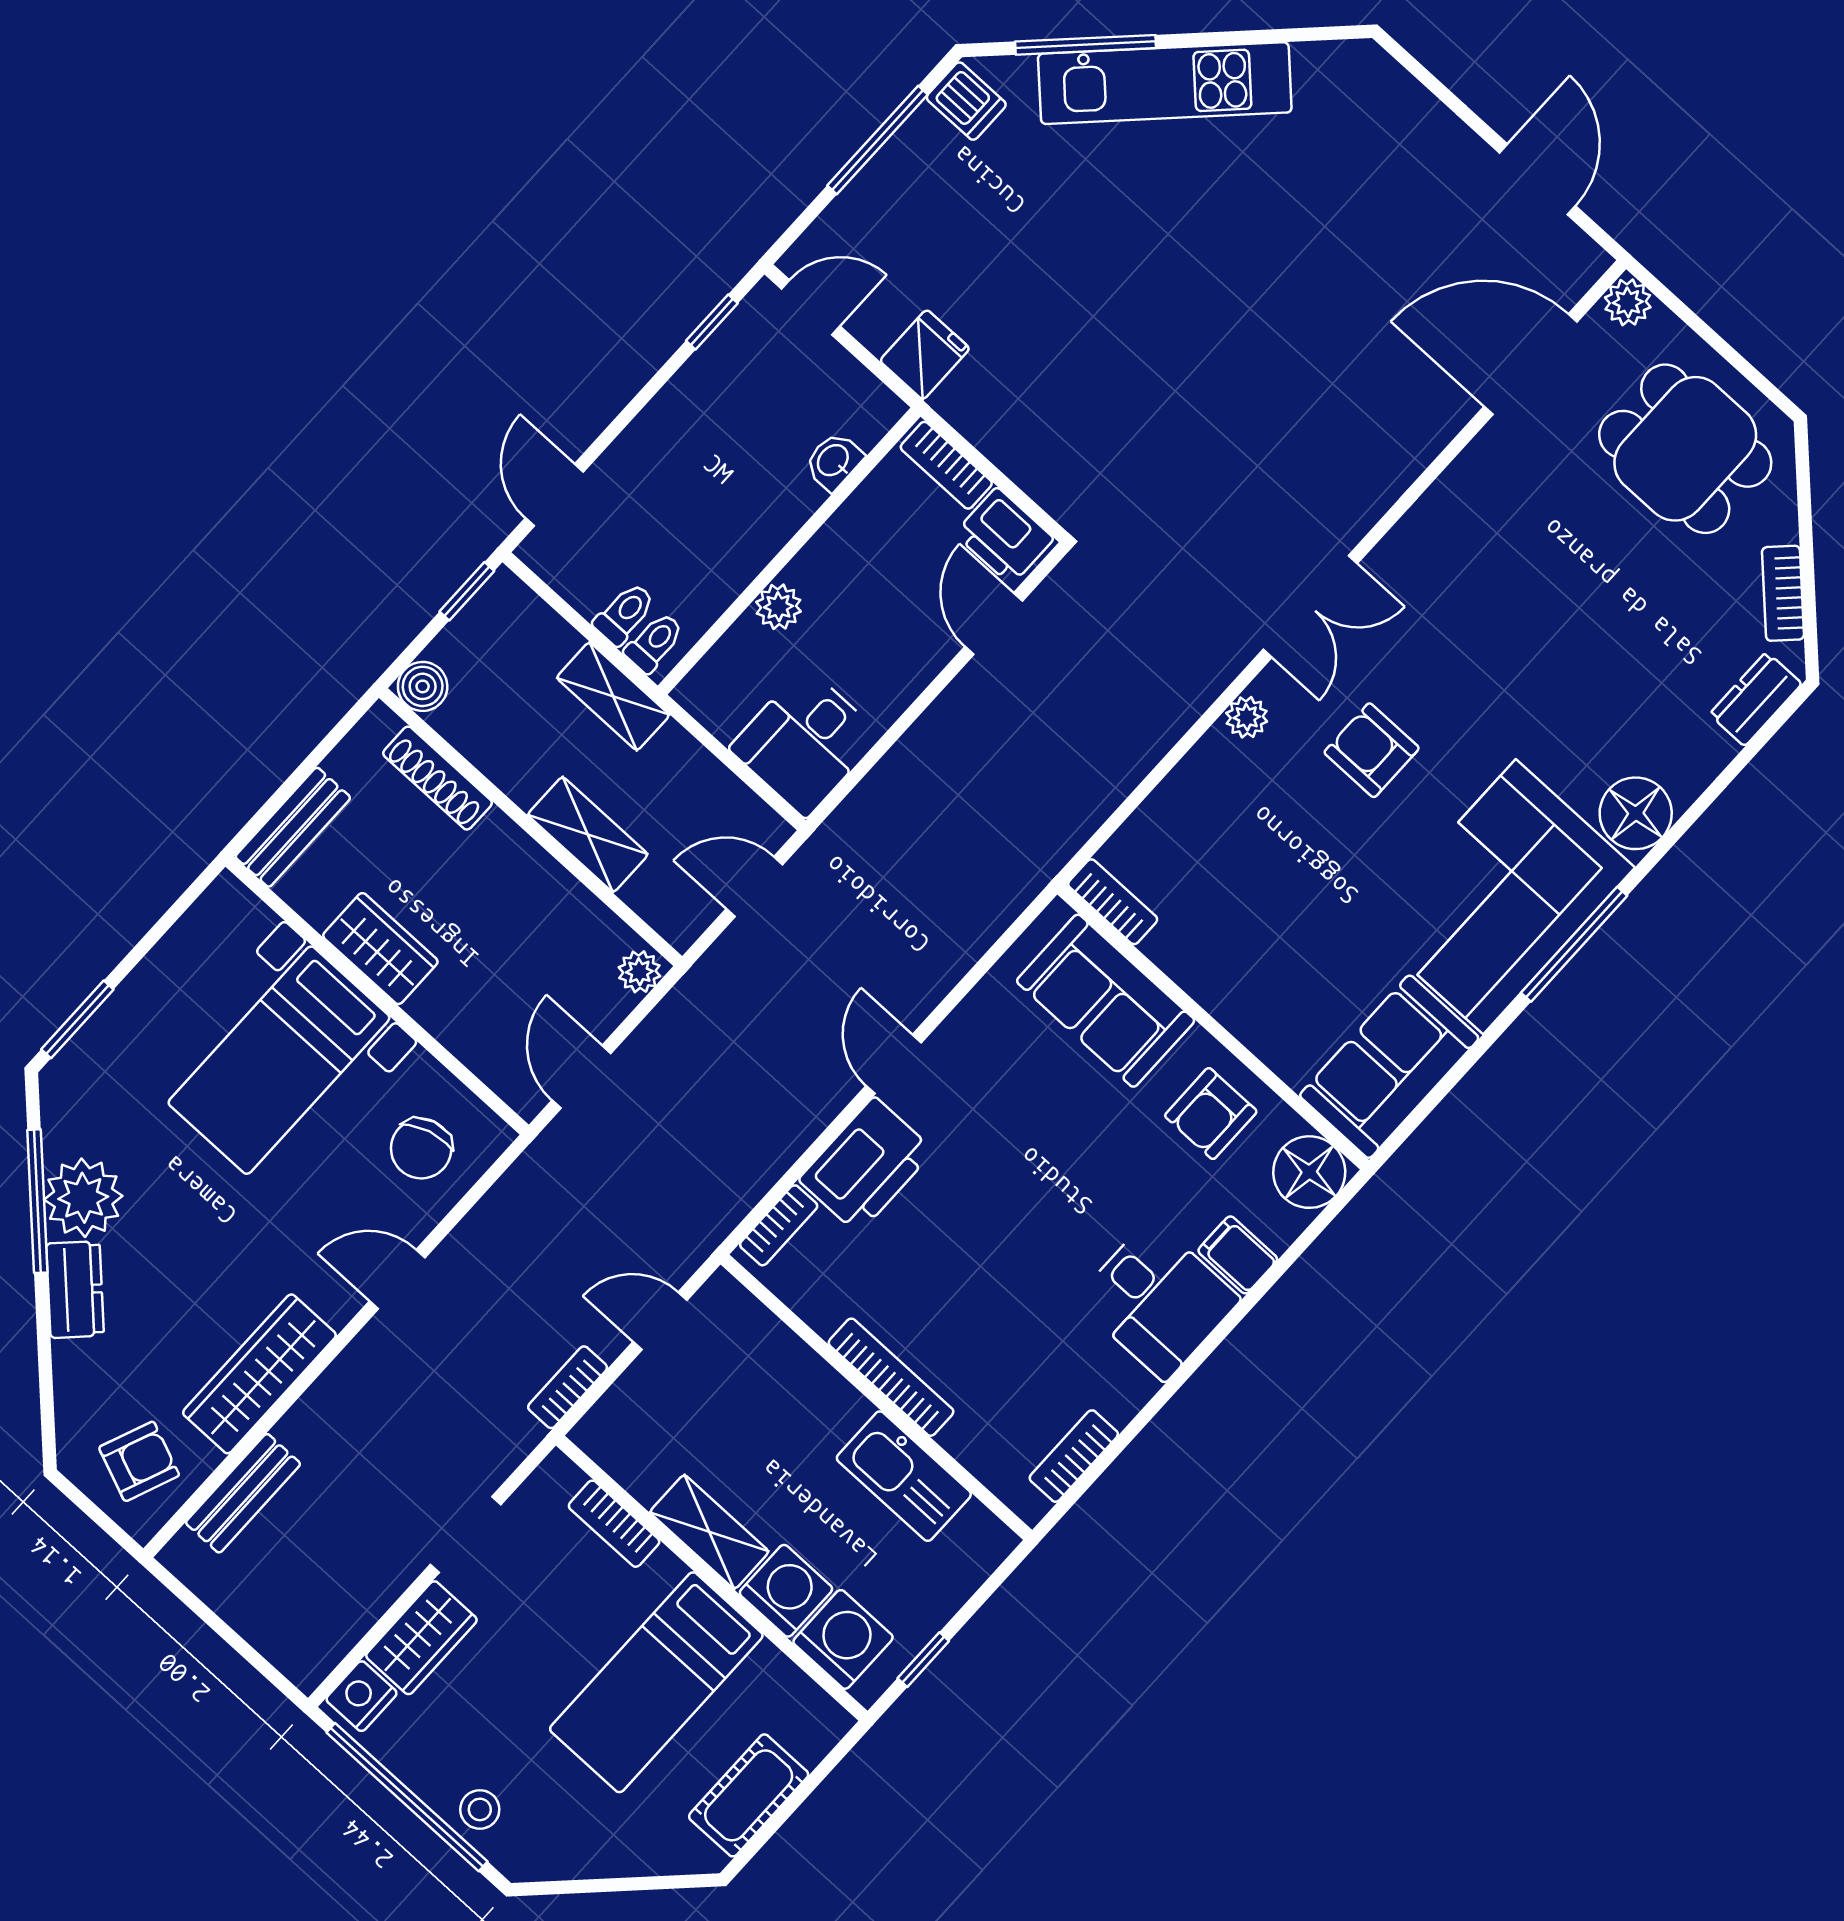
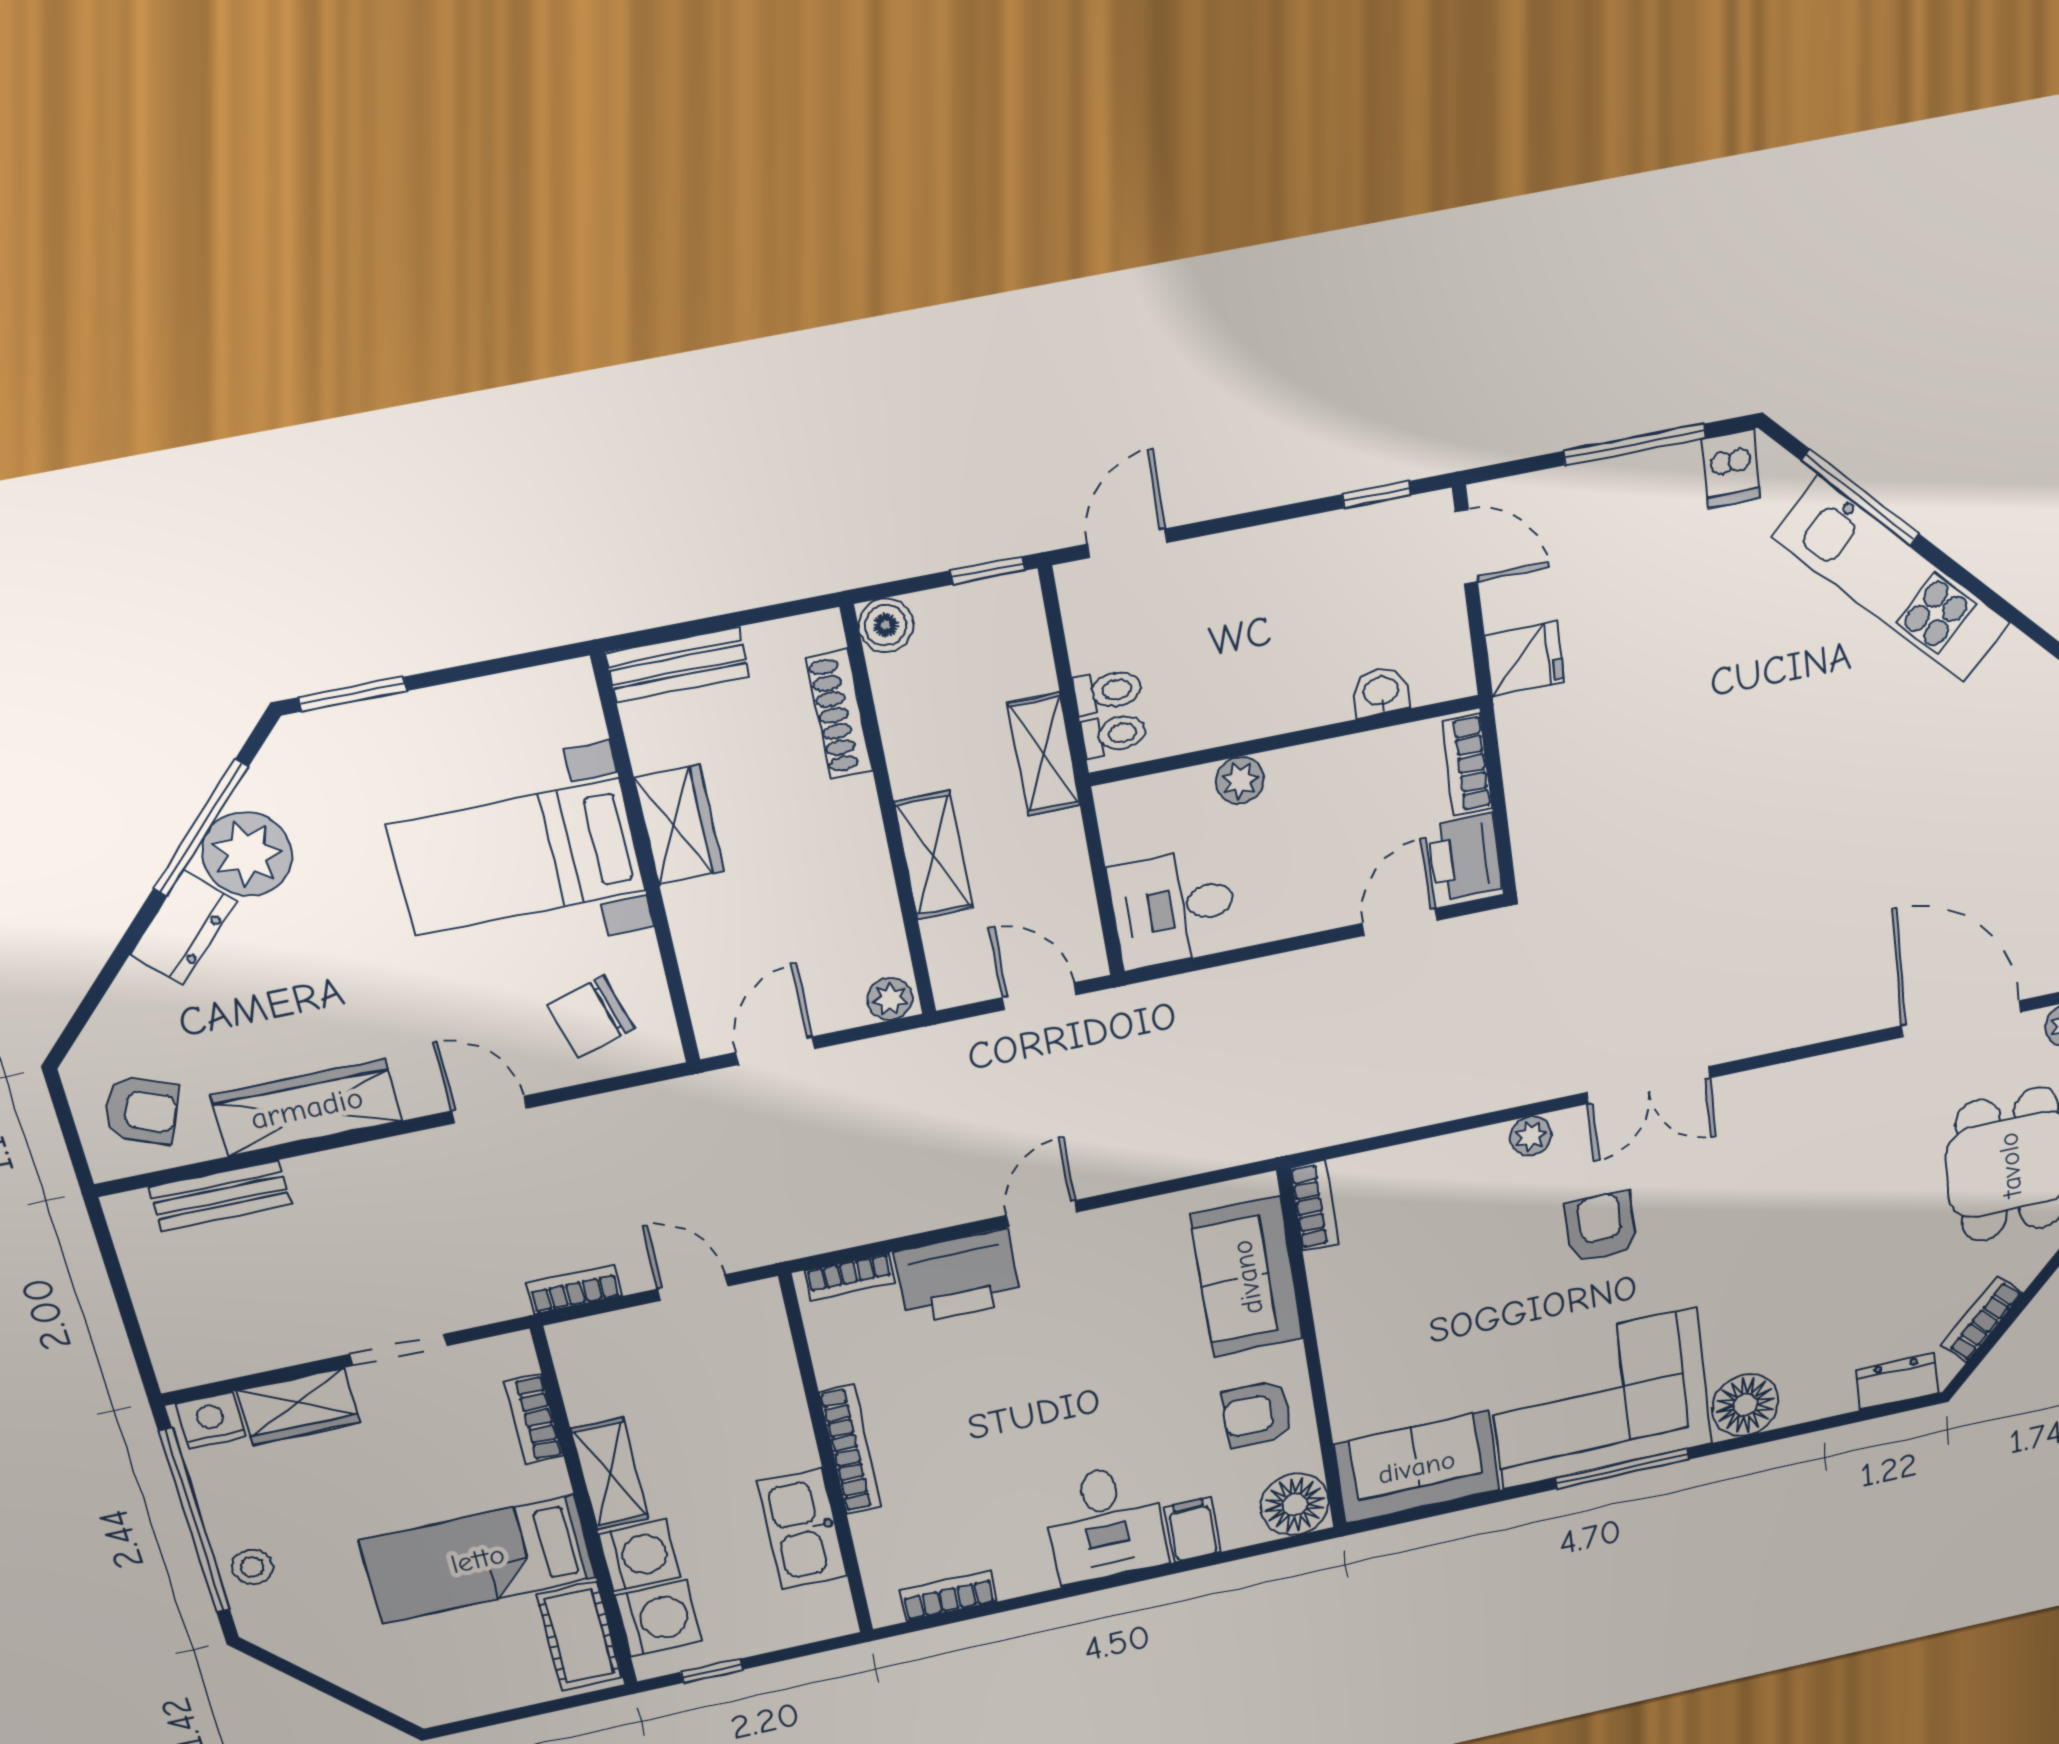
cot: (749, 1795) -> (579, 1636), moved, turned 90

